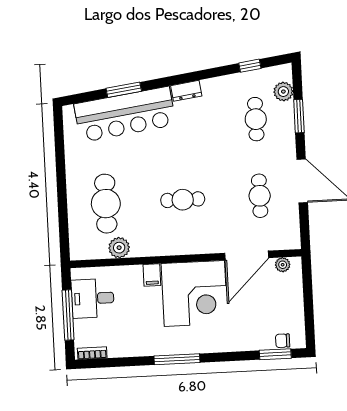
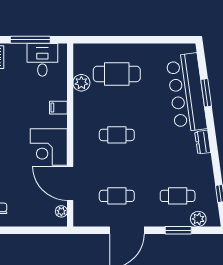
cafe table: (183, 200) -> (117, 135), turned 90
corner desk: (194, 293) -> (49, 147), width x0.74, depth x0.74

